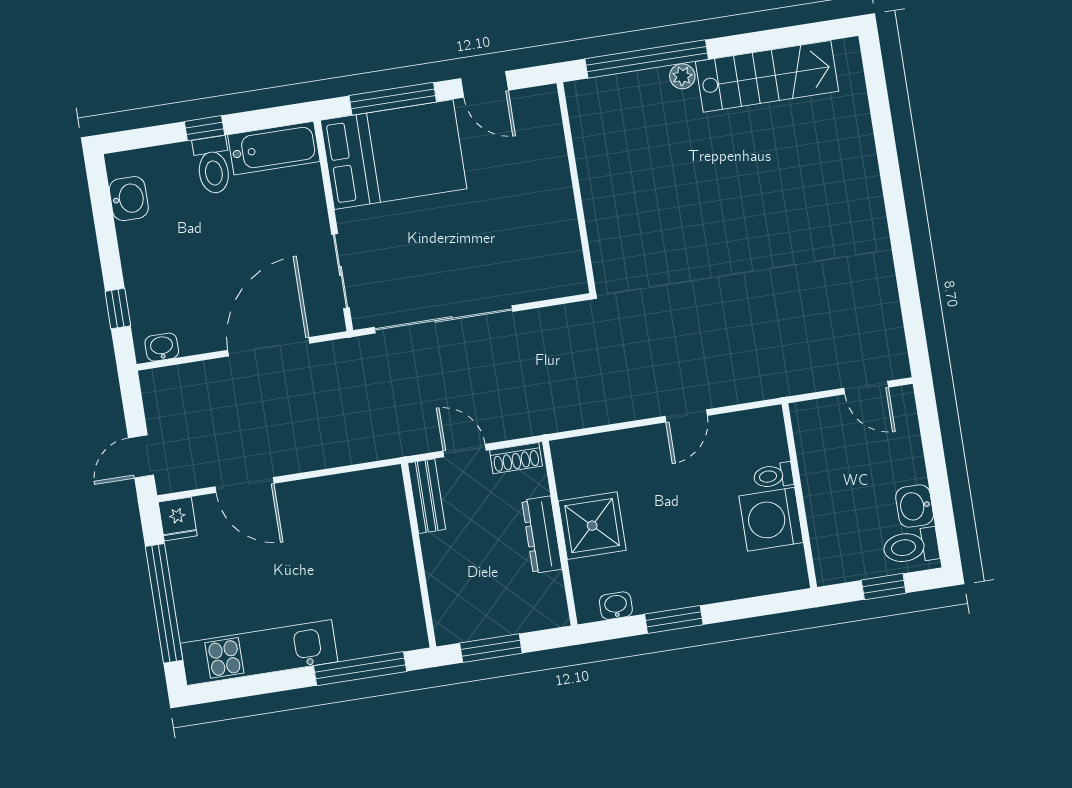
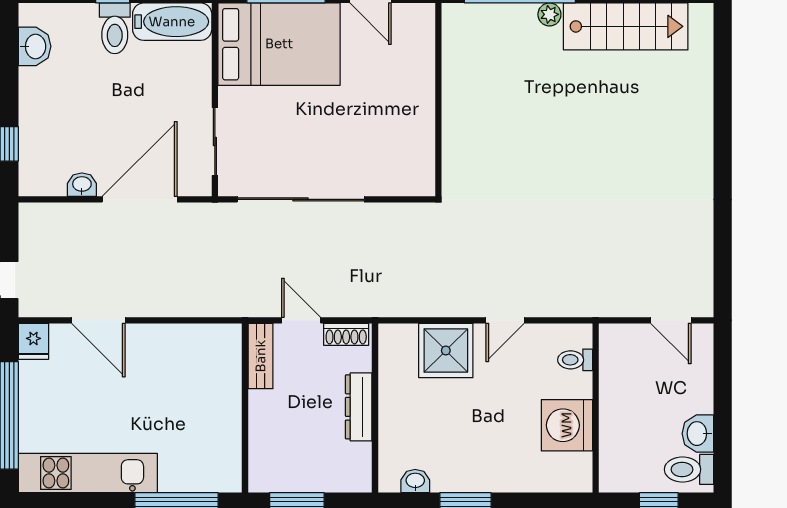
washbasin: (162, 347) -> (82, 185), moved
toilet: (773, 476) -> (575, 360), moved
shower: (592, 526) -> (446, 350), moved

